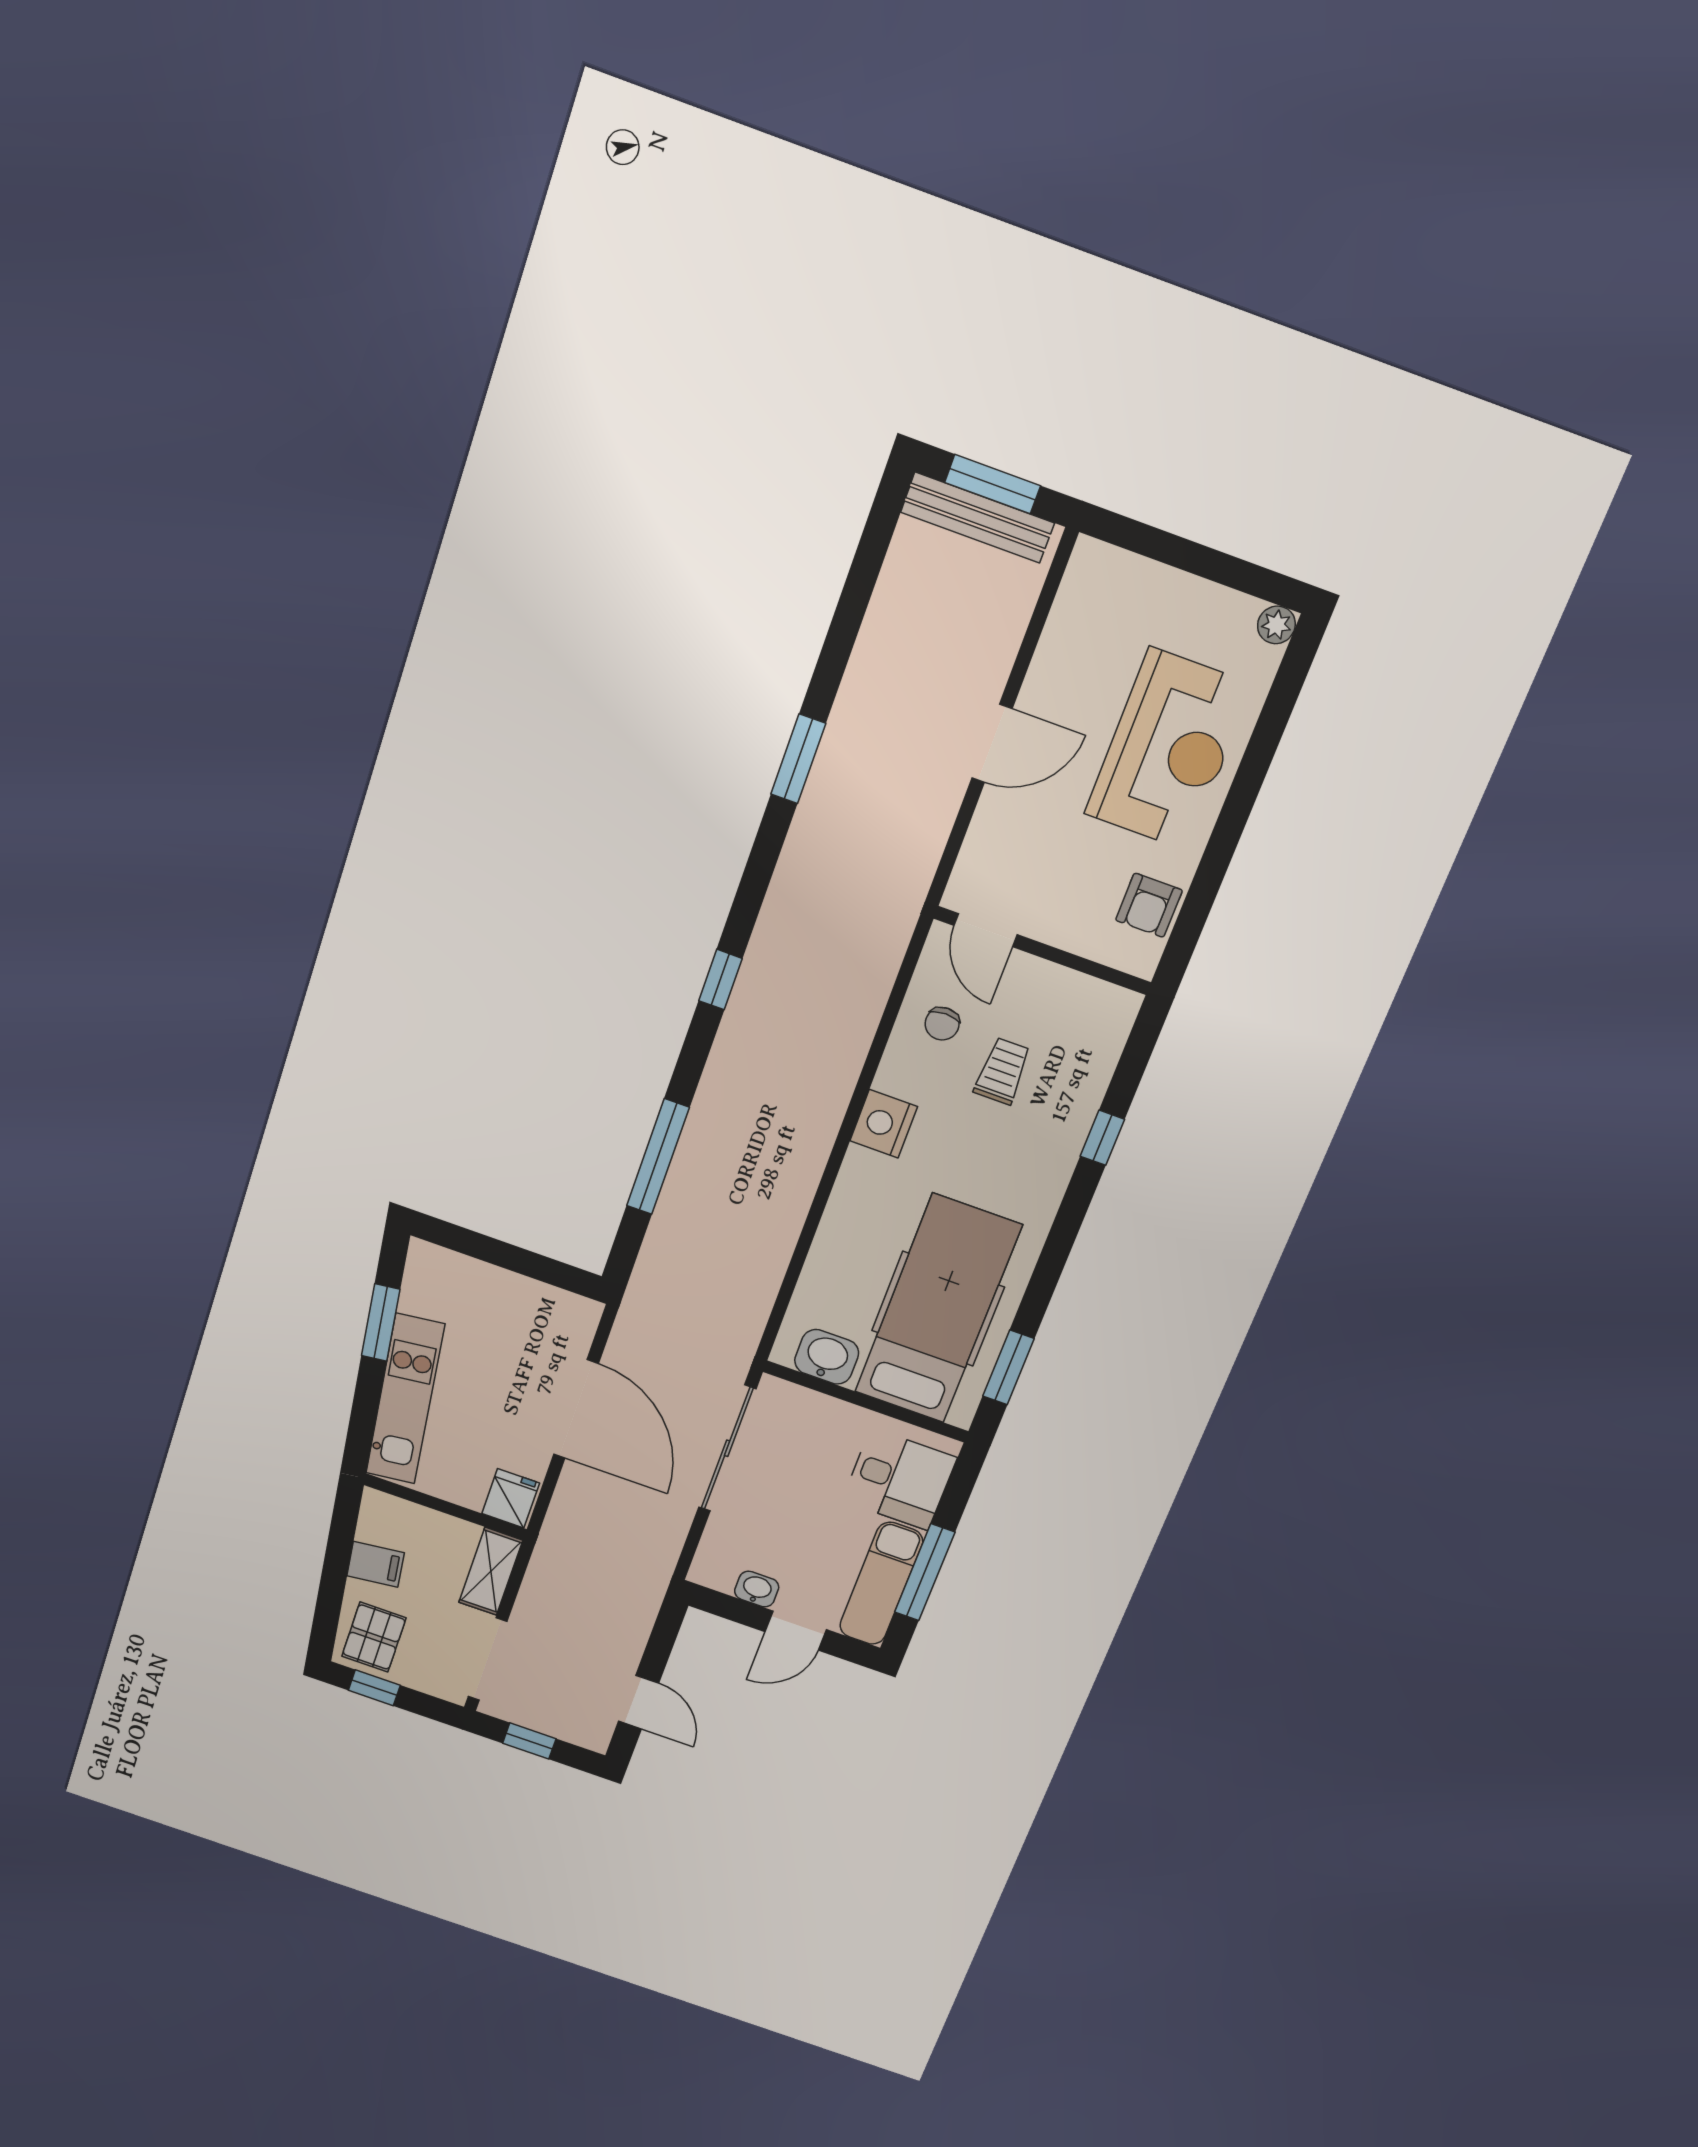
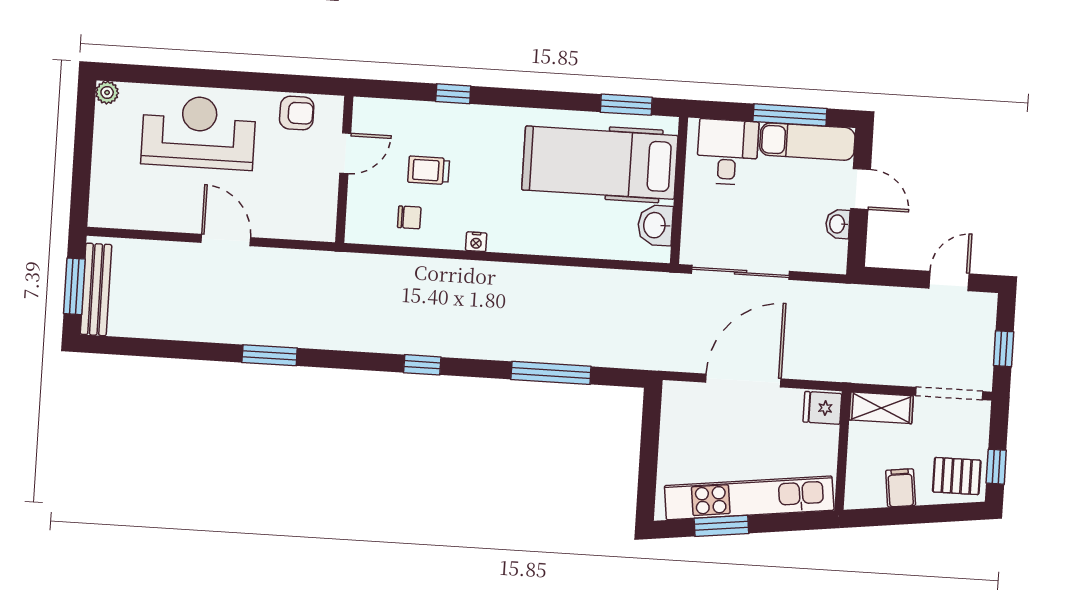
door: (985, 930) -> (345, 153), moved
nightstand: (884, 1124) -> (476, 242), width x0.53, depth x0.56
kitchen unit: (405, 1399) -> (749, 498), width x1.36

